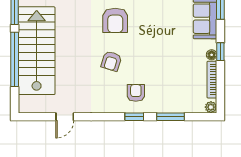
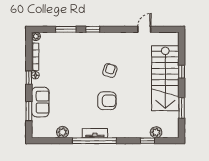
armchair: (115, 20) -> (107, 101), turned 90
window: (15, 59) -> (182, 72), width x0.32
armchair: (136, 93) -> (92, 47), removed

